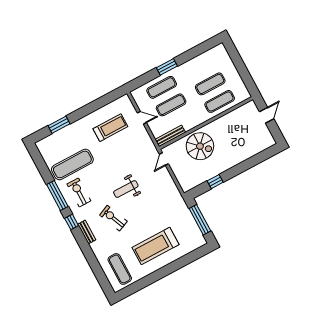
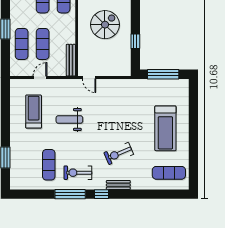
spiral stairs: (200, 146) -> (105, 25), moved
exercise mat: (72, 164) -> (49, 165), width x0.73, depth x0.69
weight bench: (126, 189) -> (69, 120), moved, turned 90

